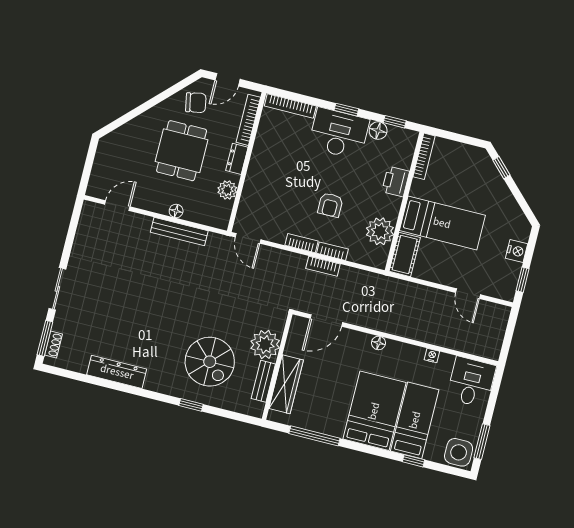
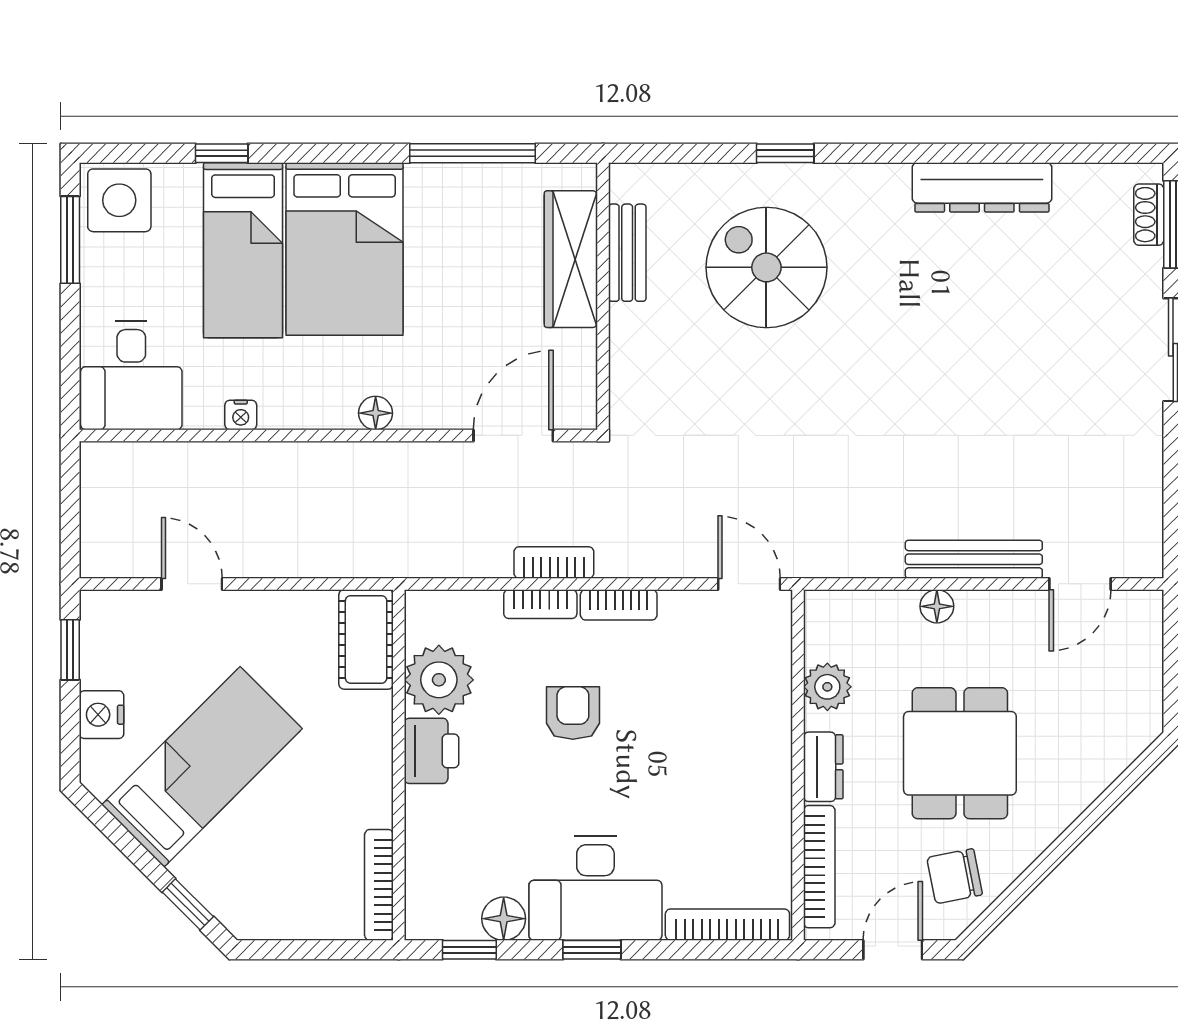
printer: (396, 181) -> (431, 751), moved
bed: (442, 223) -> (202, 767), moved, turned 135
bench: (179, 232) -> (974, 559), moved
plant: (265, 344) -> (645, 341), removed

